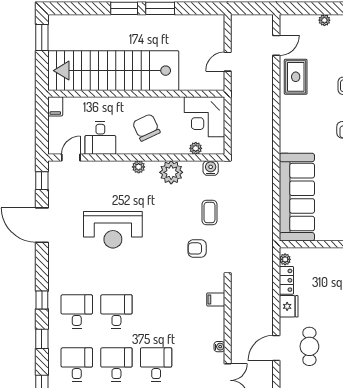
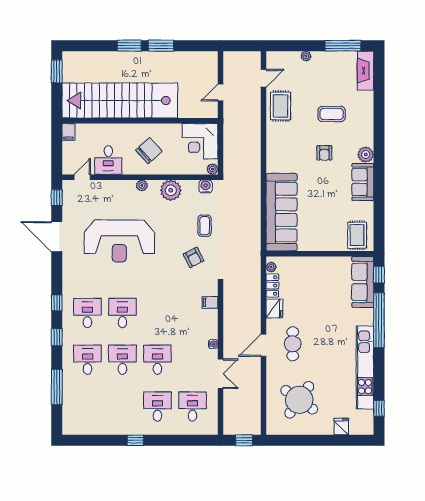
chair: (146, 127) -> (149, 151), turned 73
plant: (196, 148) -> (212, 169), moved
reception desk: (113, 230) -> (119, 241), width x1.36, depth x1.30
armchair: (197, 248) -> (194, 257), turned -117

